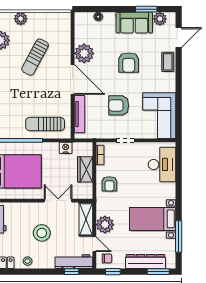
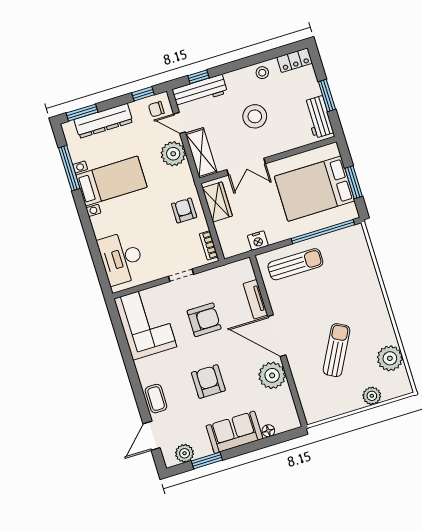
sofa: (134, 23) -> (234, 432), moved
tv unit: (80, 114) -> (255, 299), width x0.71
wardrobe: (85, 169) -> (217, 202), moved

